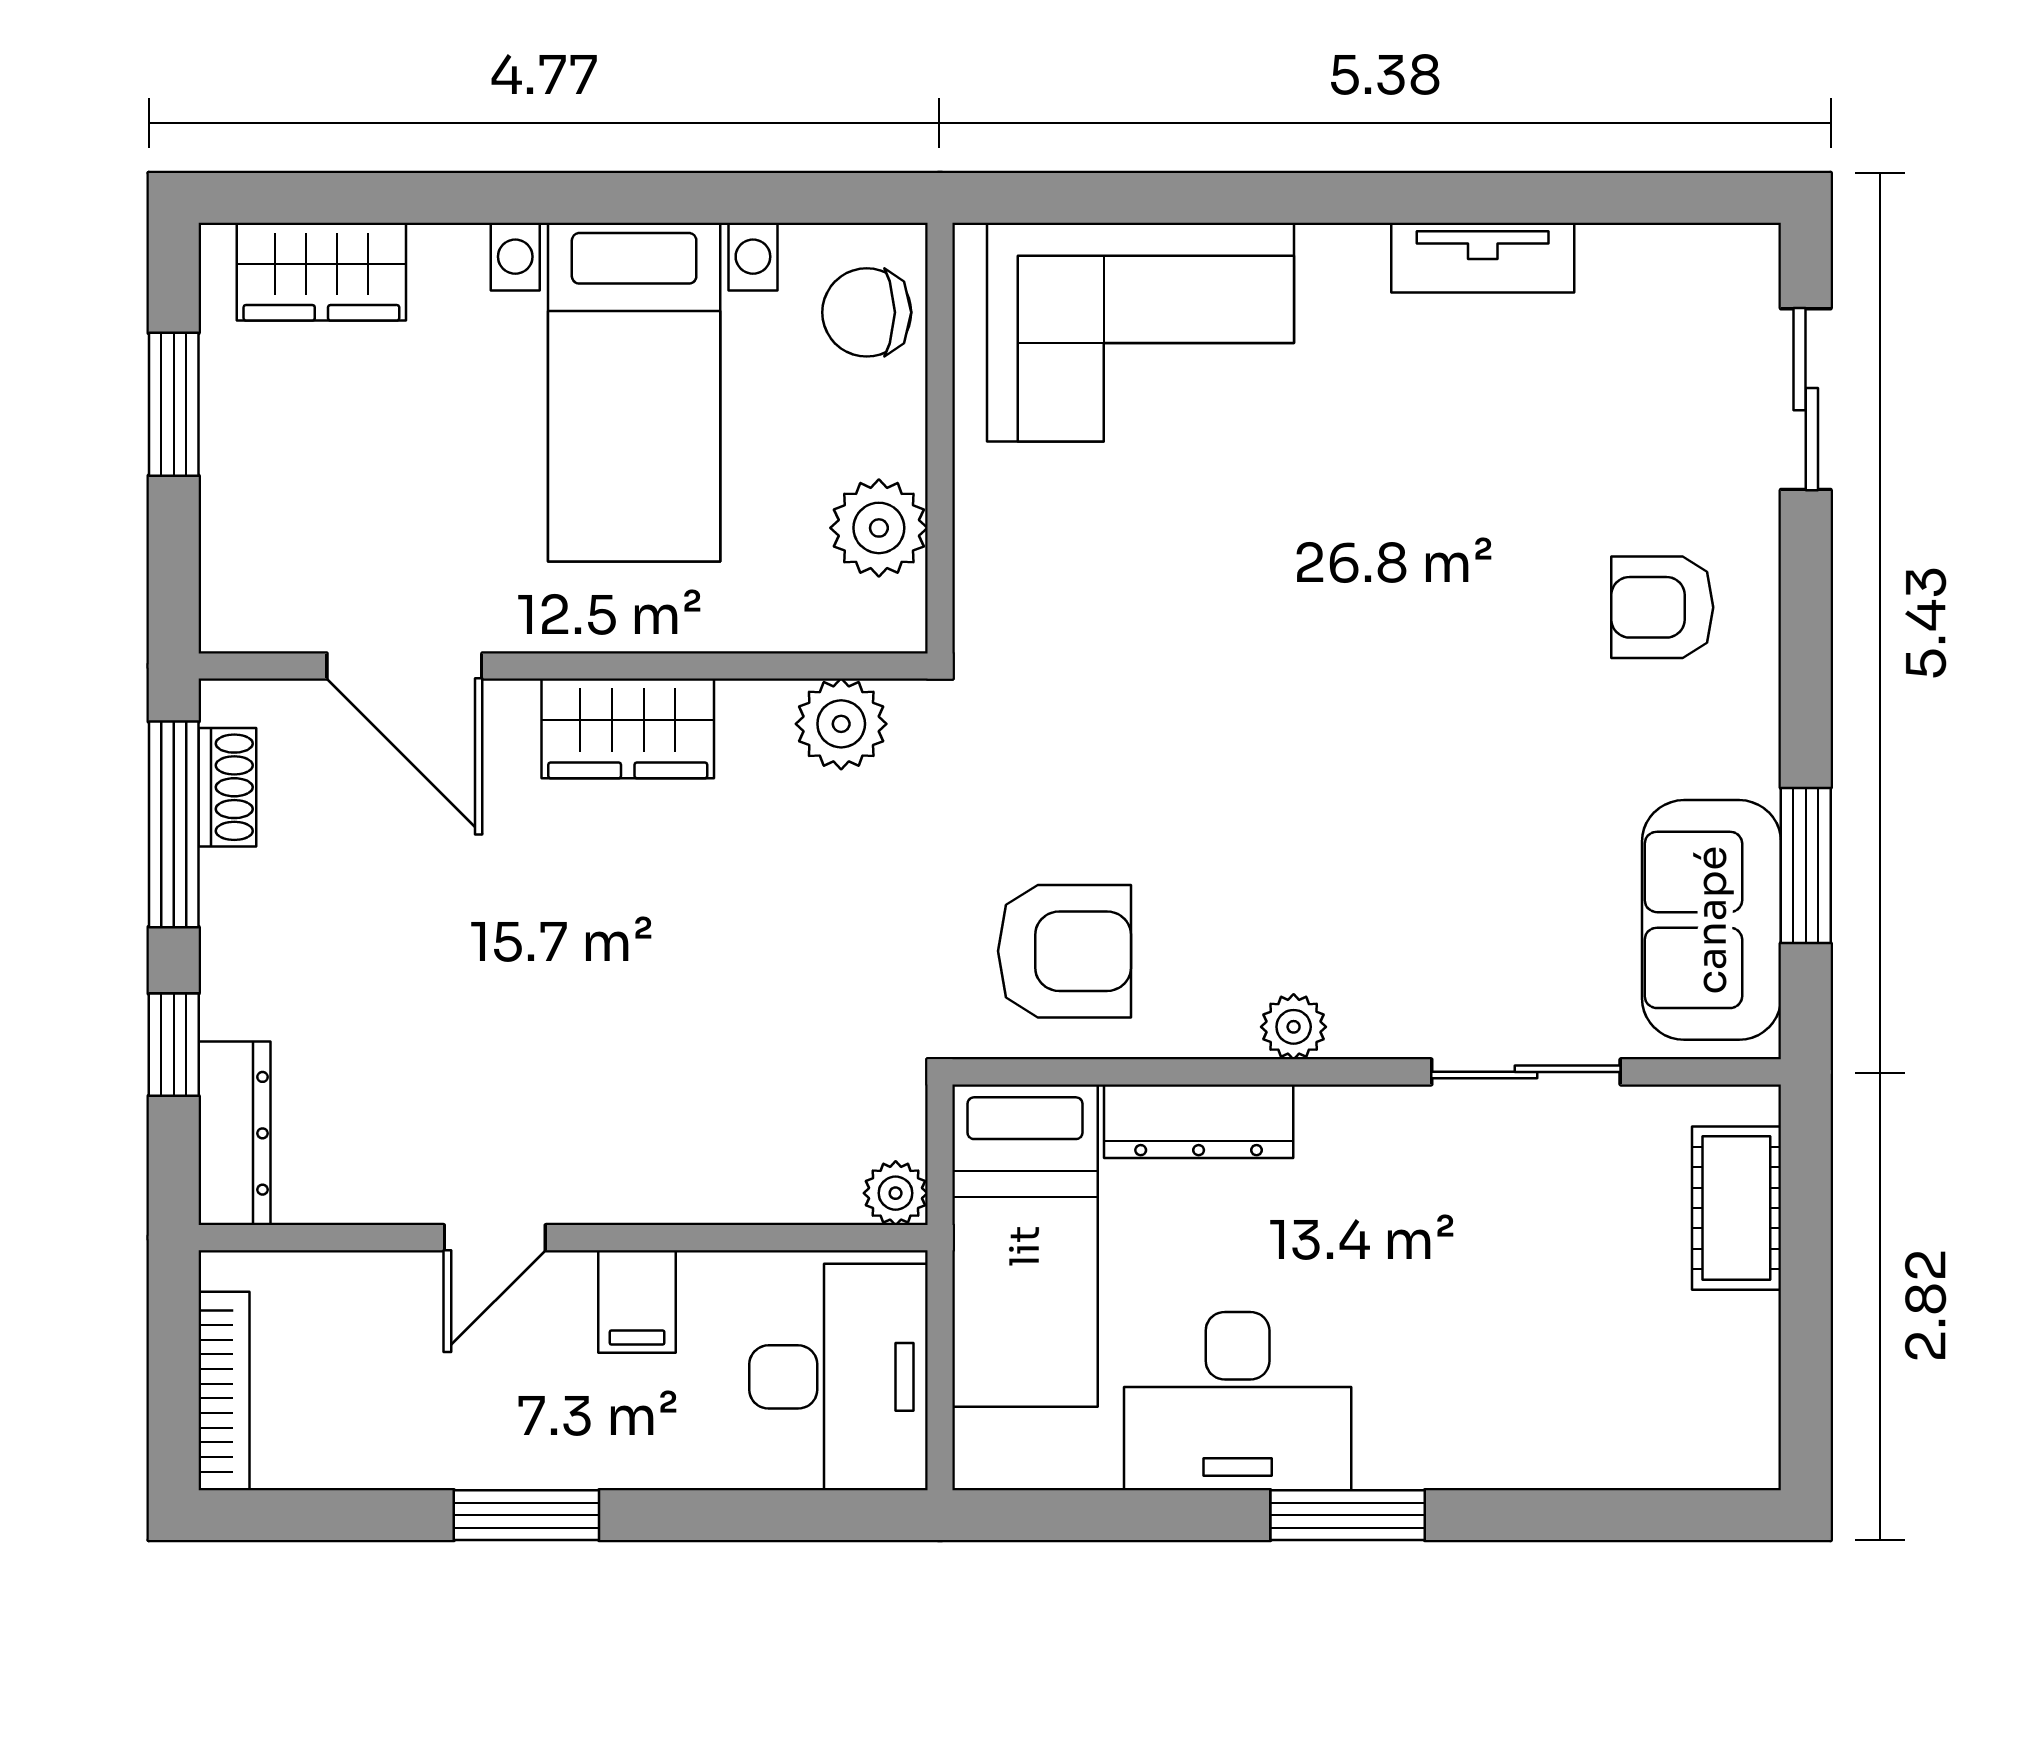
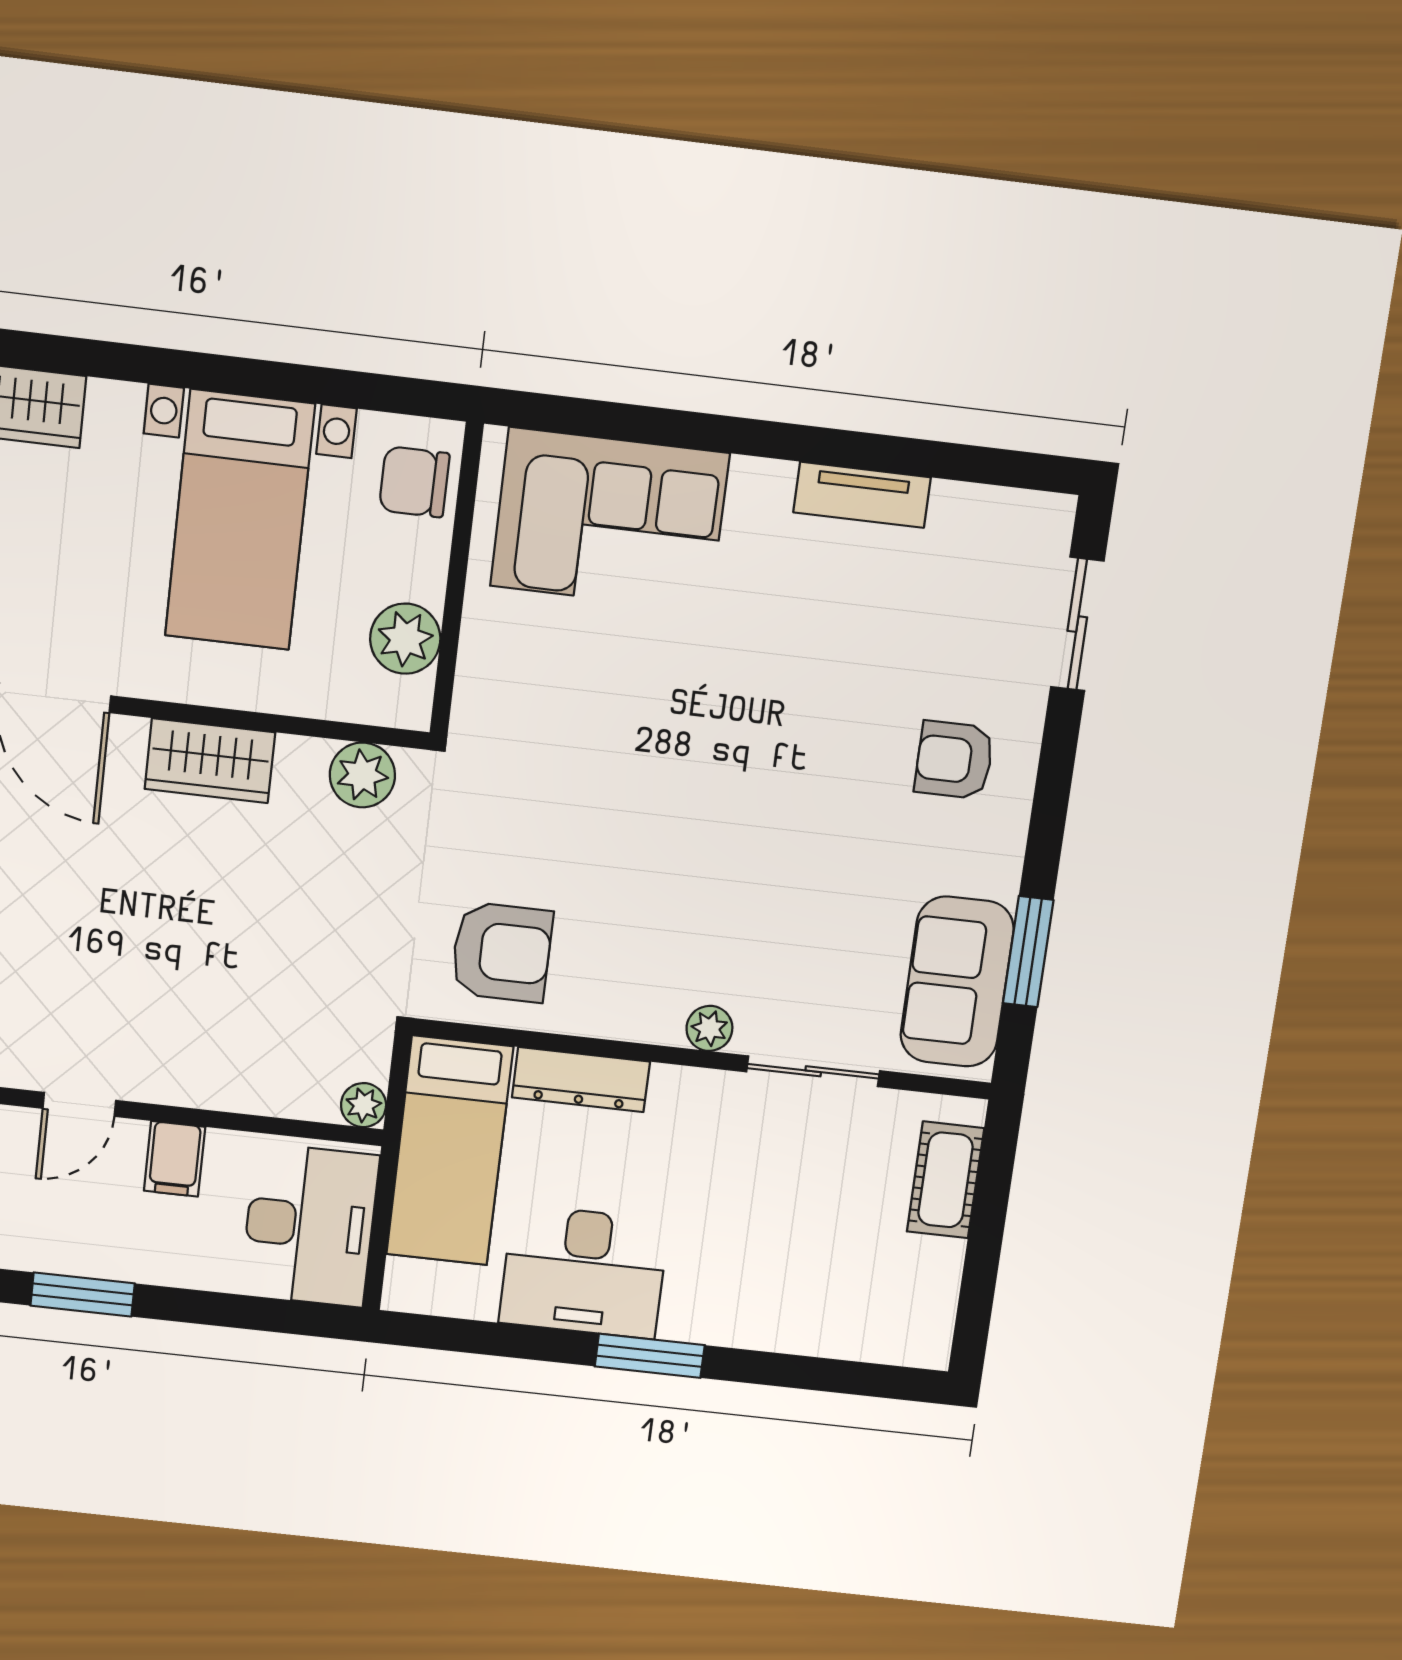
plant: (1294, 1027) -> (709, 1028), moved

